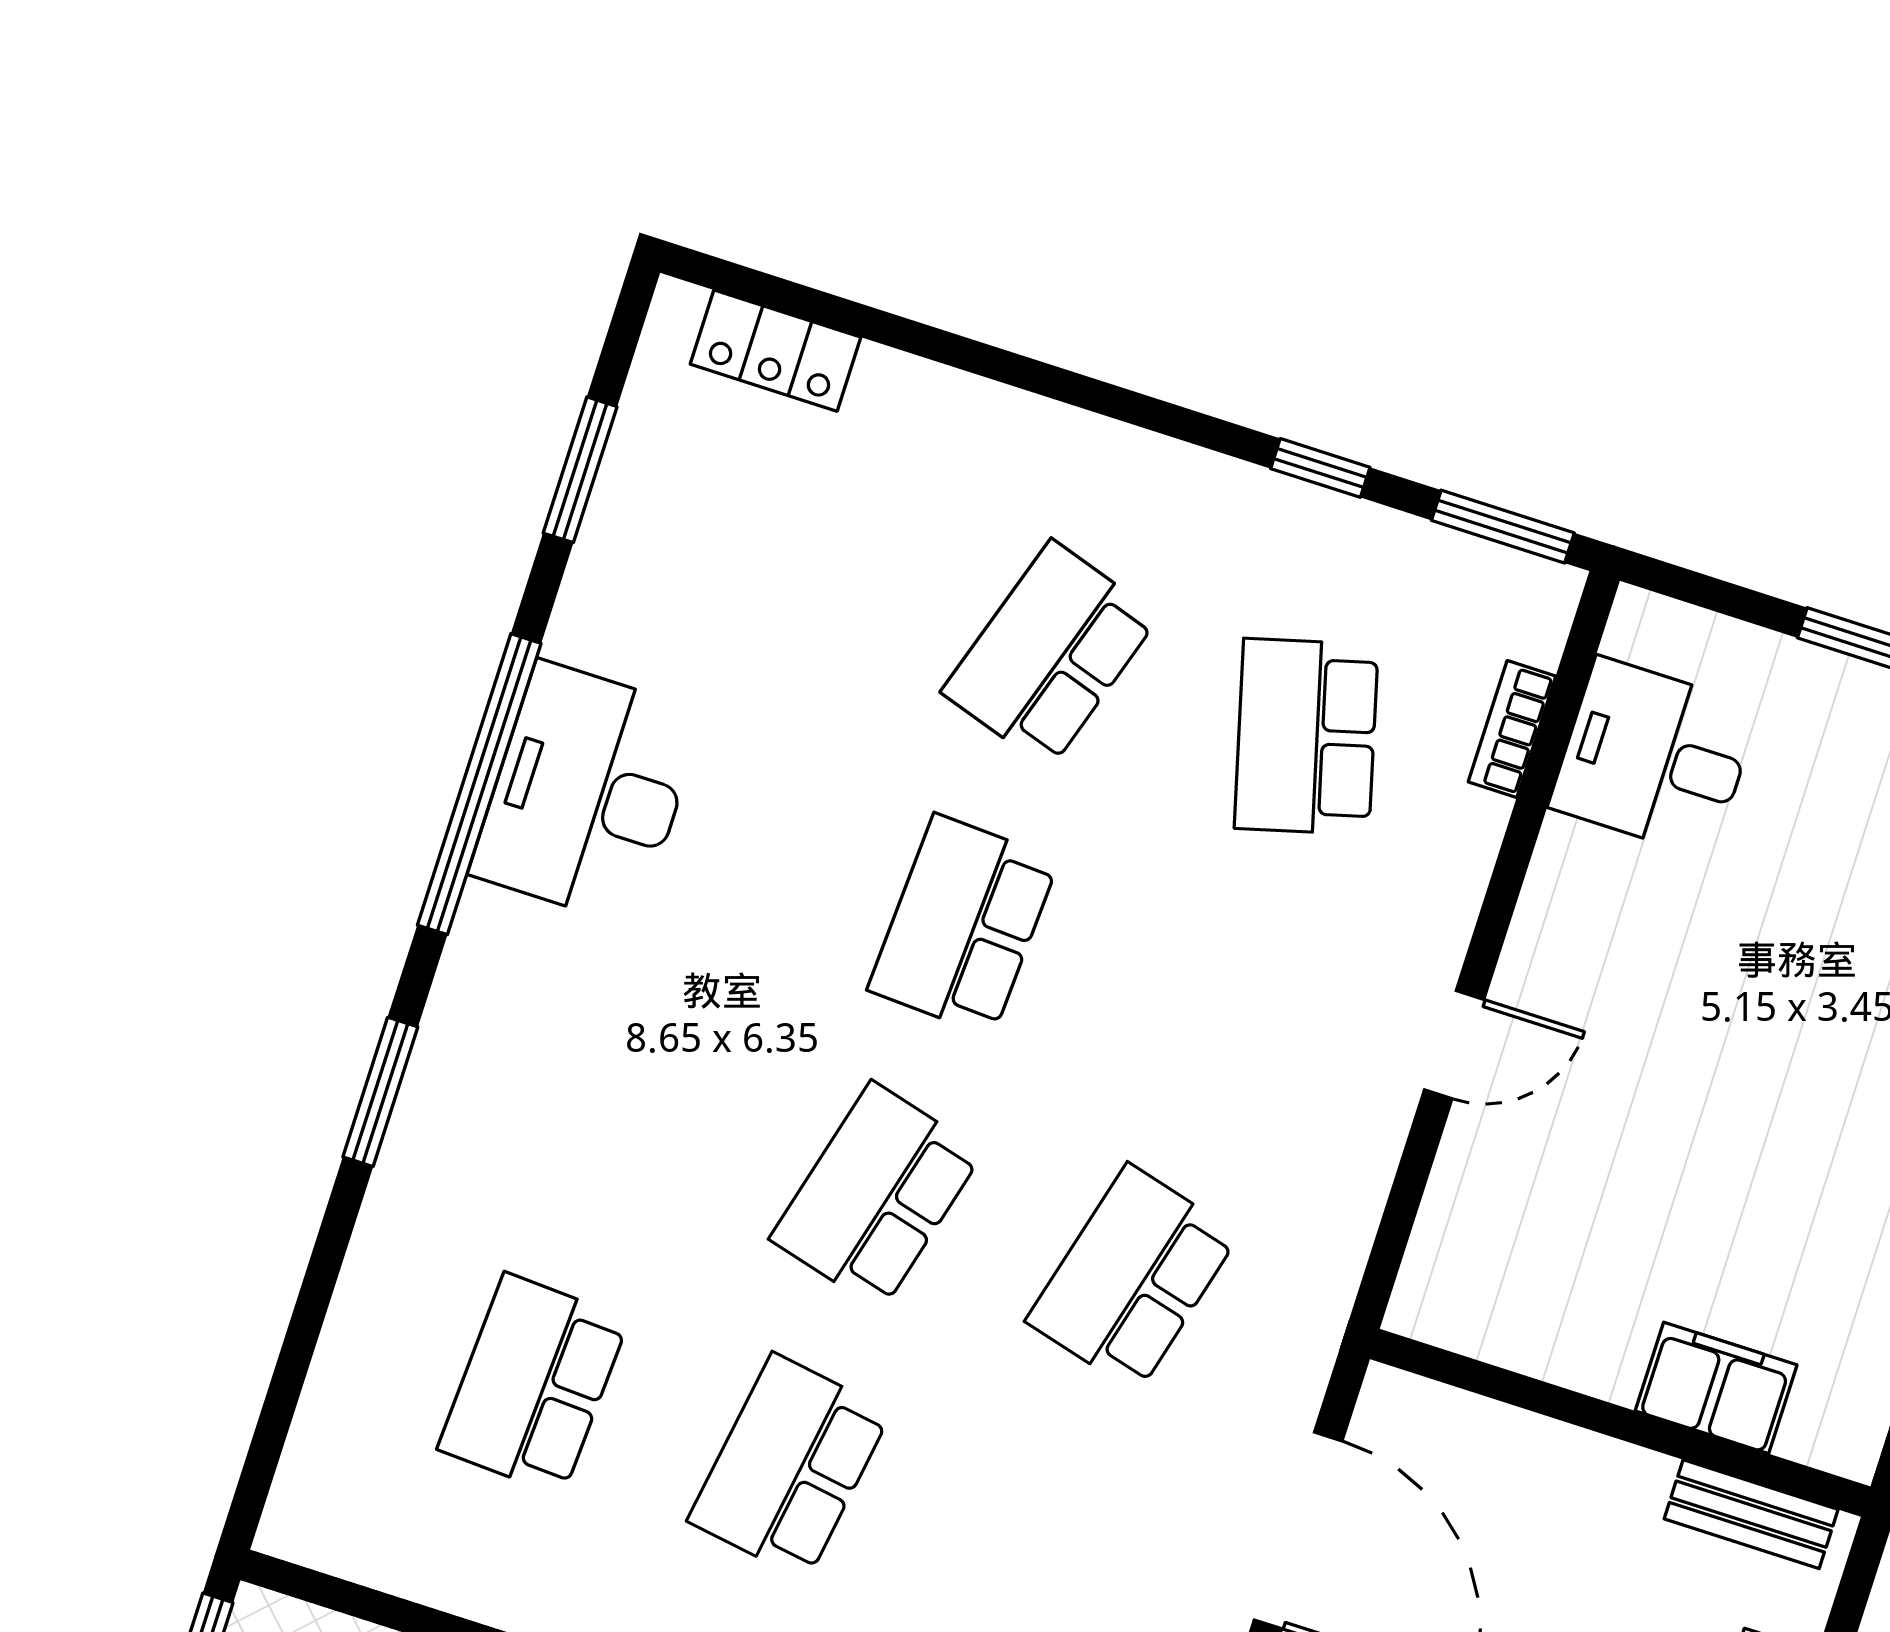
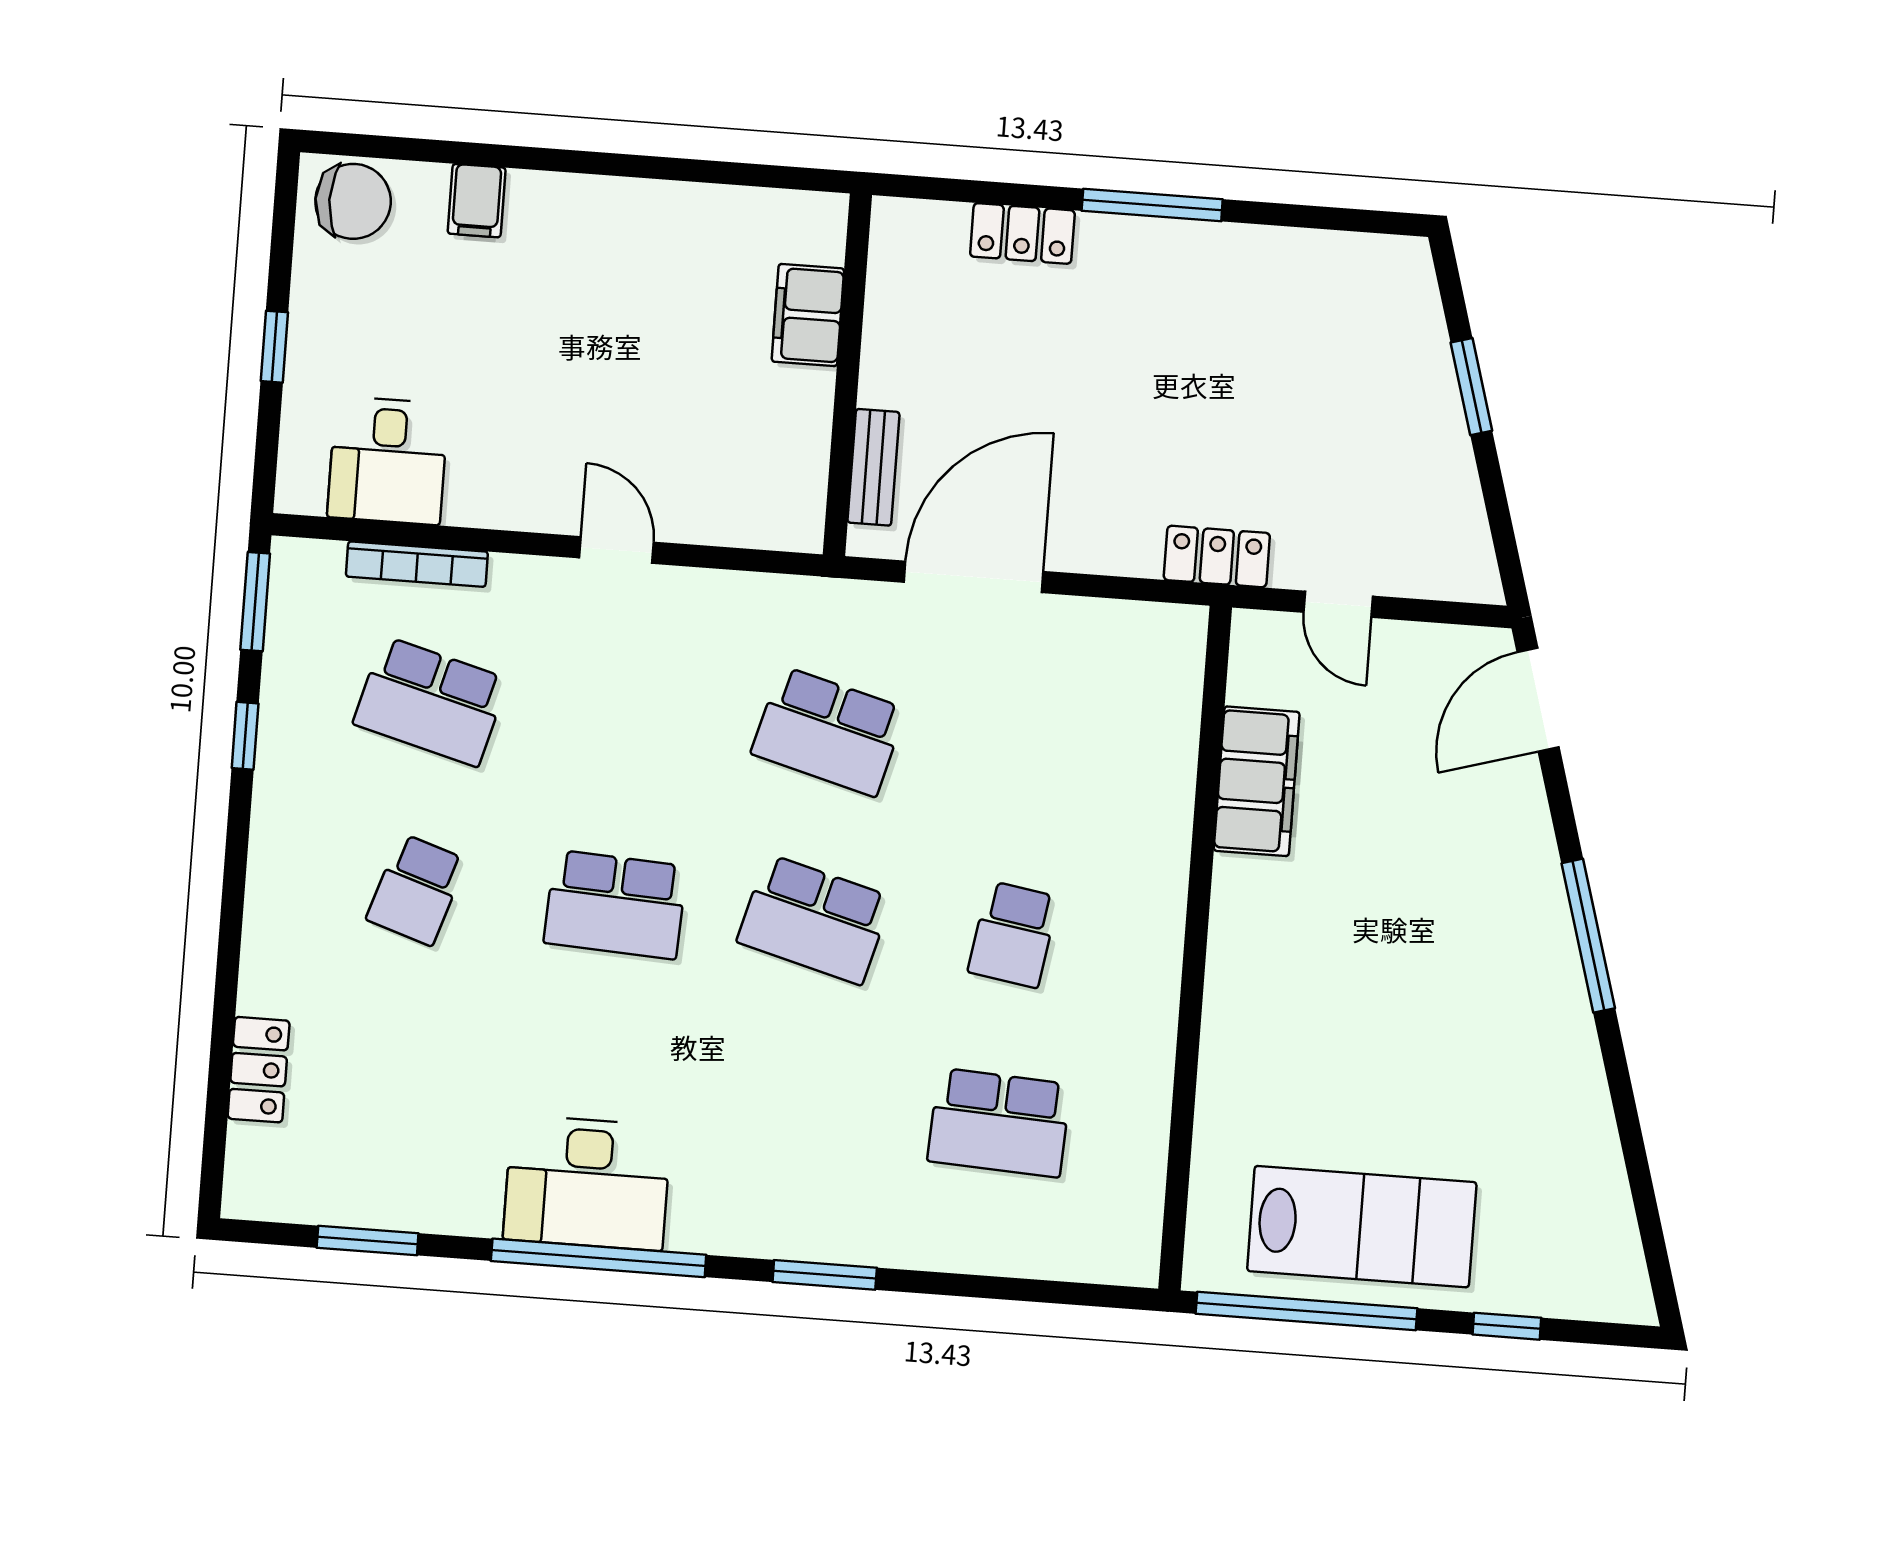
locker: (775, 351) -> (259, 1070), moved
school desk: (1050, 654) -> (416, 890), width x0.54
bookcase: (1512, 729) -> (417, 564), width x1.56
school desk: (1306, 737) -> (431, 701), turned 30
school desk: (789, 1466) -> (1013, 934), width x0.54
bench: (1751, 1514) -> (873, 467), moved

